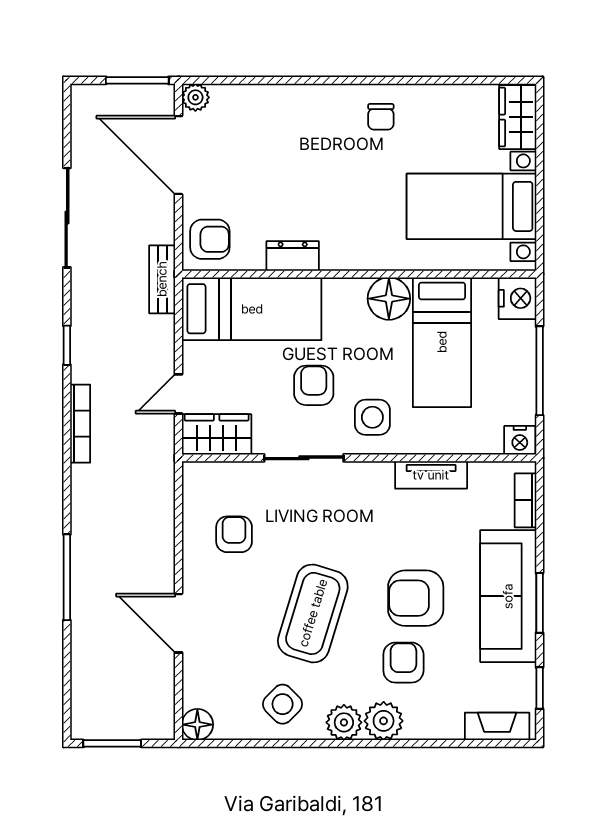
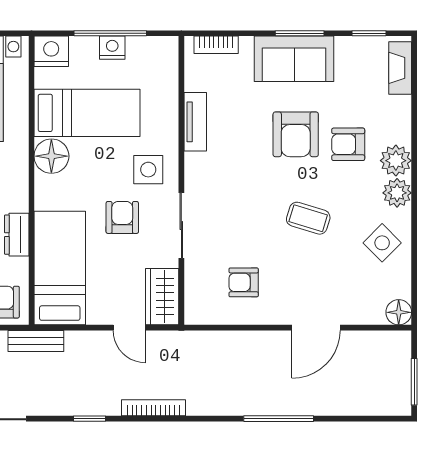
armchair: (314, 385) -> (122, 217), turned 90
nightstand: (520, 440) -> (112, 48), moved, turned -90
sofa: (508, 596) -> (294, 59), width x0.73
coffee table: (313, 613) -> (308, 218), width x0.54, depth x0.58

